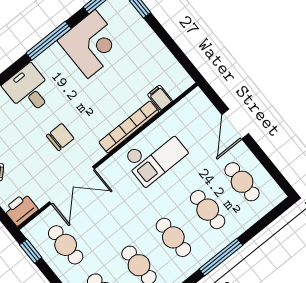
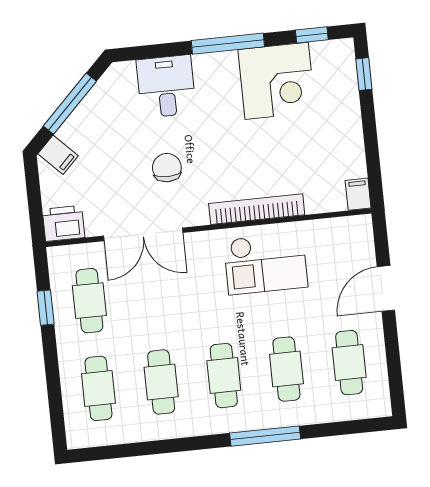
filing cabinet: (160, 98) -> (358, 194), moved
chair: (60, 137) -> (167, 168), turned -90
window: (31, 251) -> (46, 308), moved

